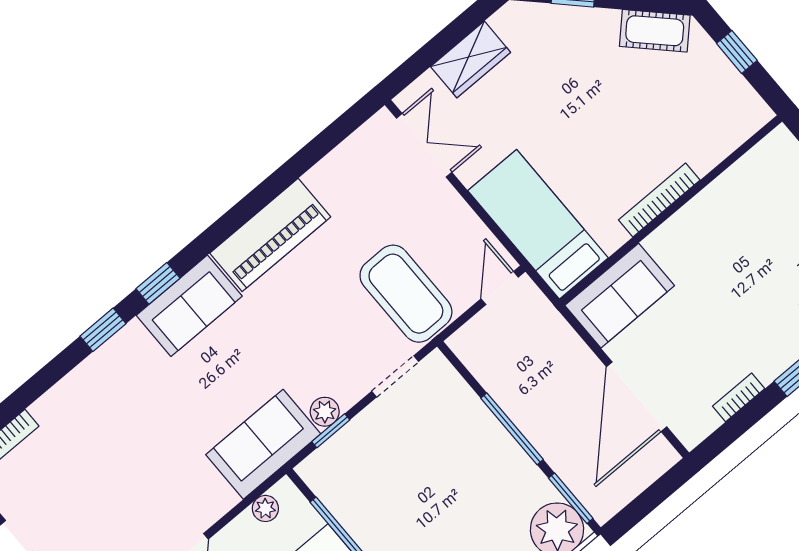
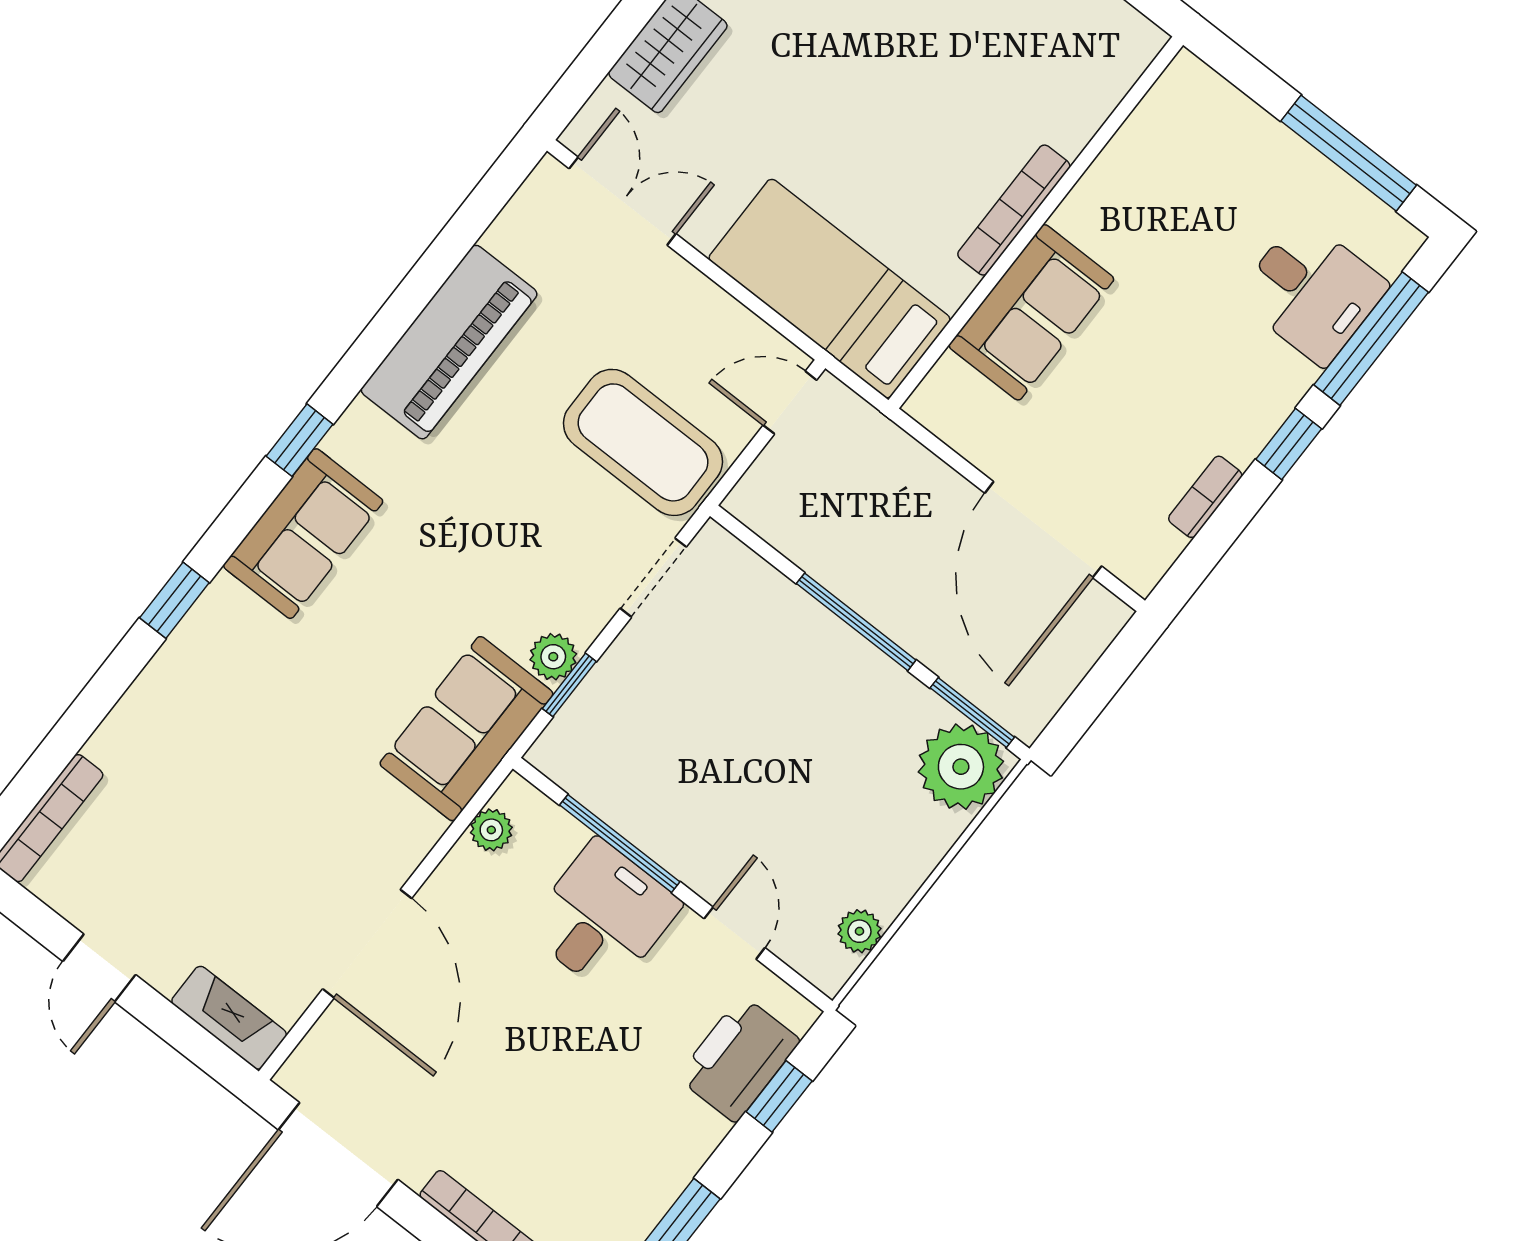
piano: (270, 235) -> (449, 342), moved
window: (158, 283) -> (299, 440), moved
door: (500, 288) -> (790, 403), hinge flipped
sofa: (620, 296) -> (1031, 312), moved

